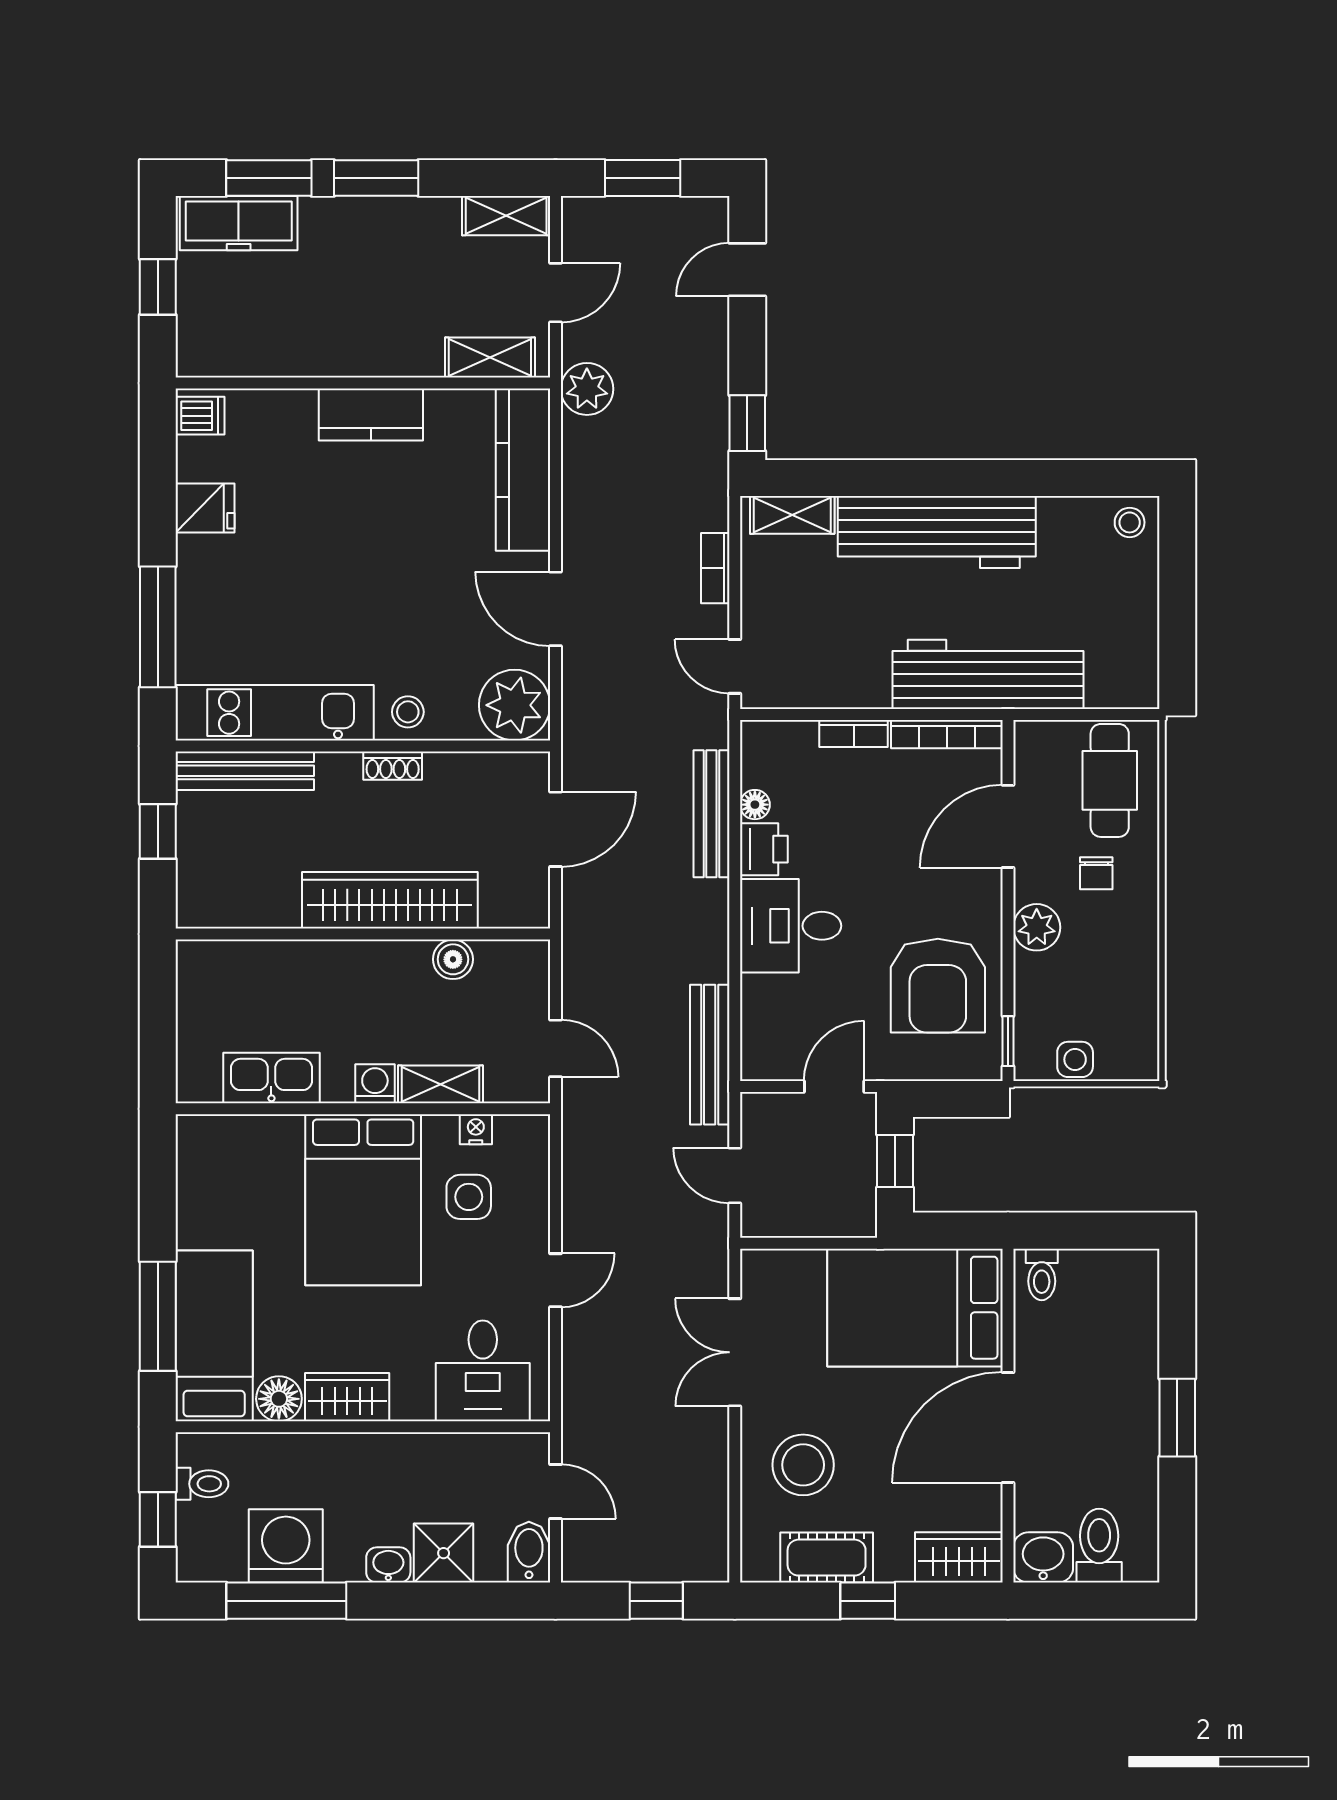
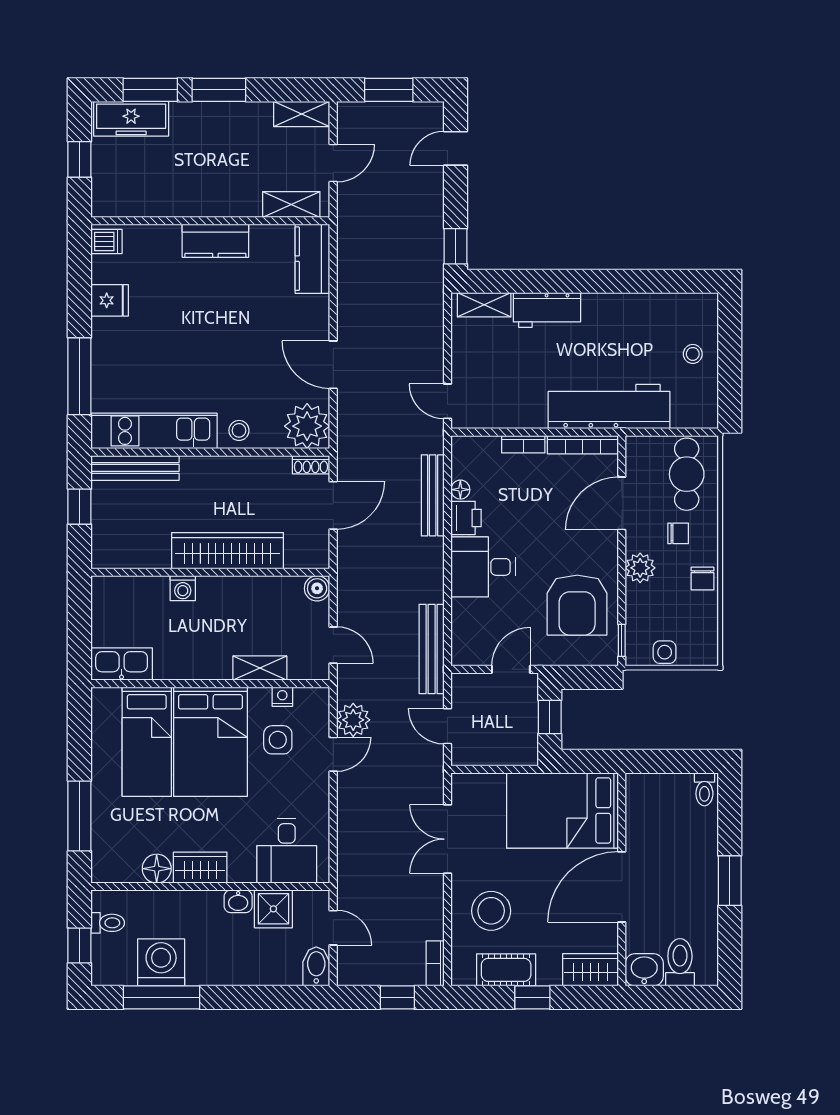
plant: (587, 389) -> (353, 720), moved
kitchen counter: (523, 470) -> (312, 259), width x0.67
stool: (1130, 522) -> (693, 354), moved
workbench: (937, 532) -> (547, 310), width x0.53, depth x0.76
bookcase: (715, 568) -> (435, 963), moved
shoe rack: (393, 766) -> (311, 465), moved
chair: (1096, 873) -> (678, 533), turned -90
chair: (1134, 944) -> (702, 578), added
boiler: (453, 959) -> (317, 588), moved
kitchen sink: (271, 1078) -> (122, 664), moved
washing machine: (375, 1084) -> (183, 588), moved, turned 180
toilet: (1042, 1274) -> (704, 789), moved
door: (555, 1280) -> (333, 754), moved
bed: (214, 1336) -> (147, 742), moved, turned 180
shower: (444, 1553) -> (273, 909), moved
washbasin: (388, 1565) -> (238, 901), moved, turned 180

